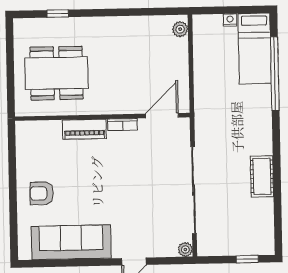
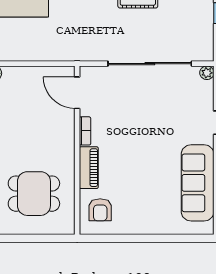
dining table: (57, 73) -> (34, 194), width x0.73
armchair: (42, 193) -> (100, 210), moved

